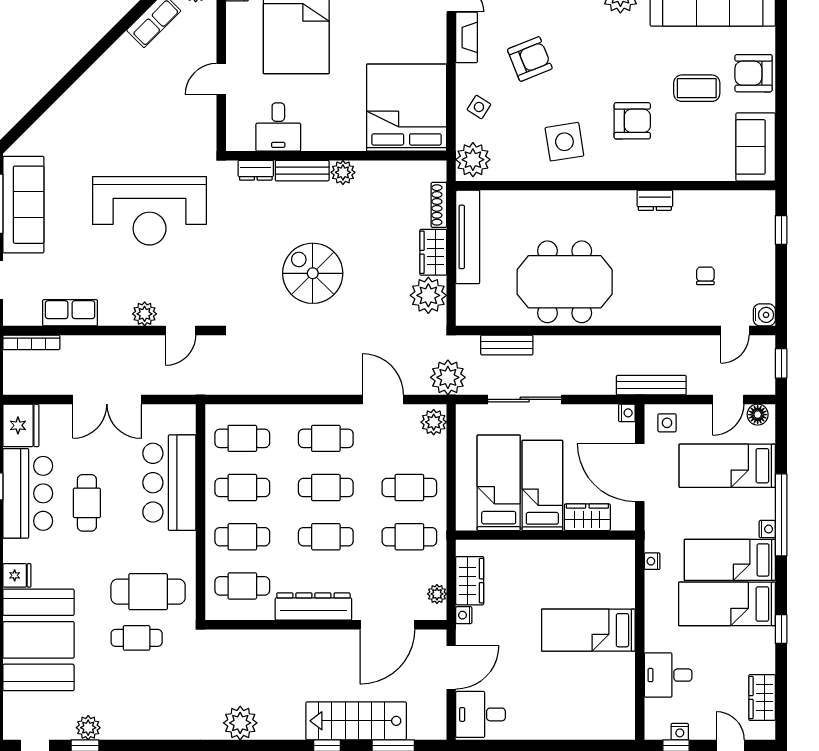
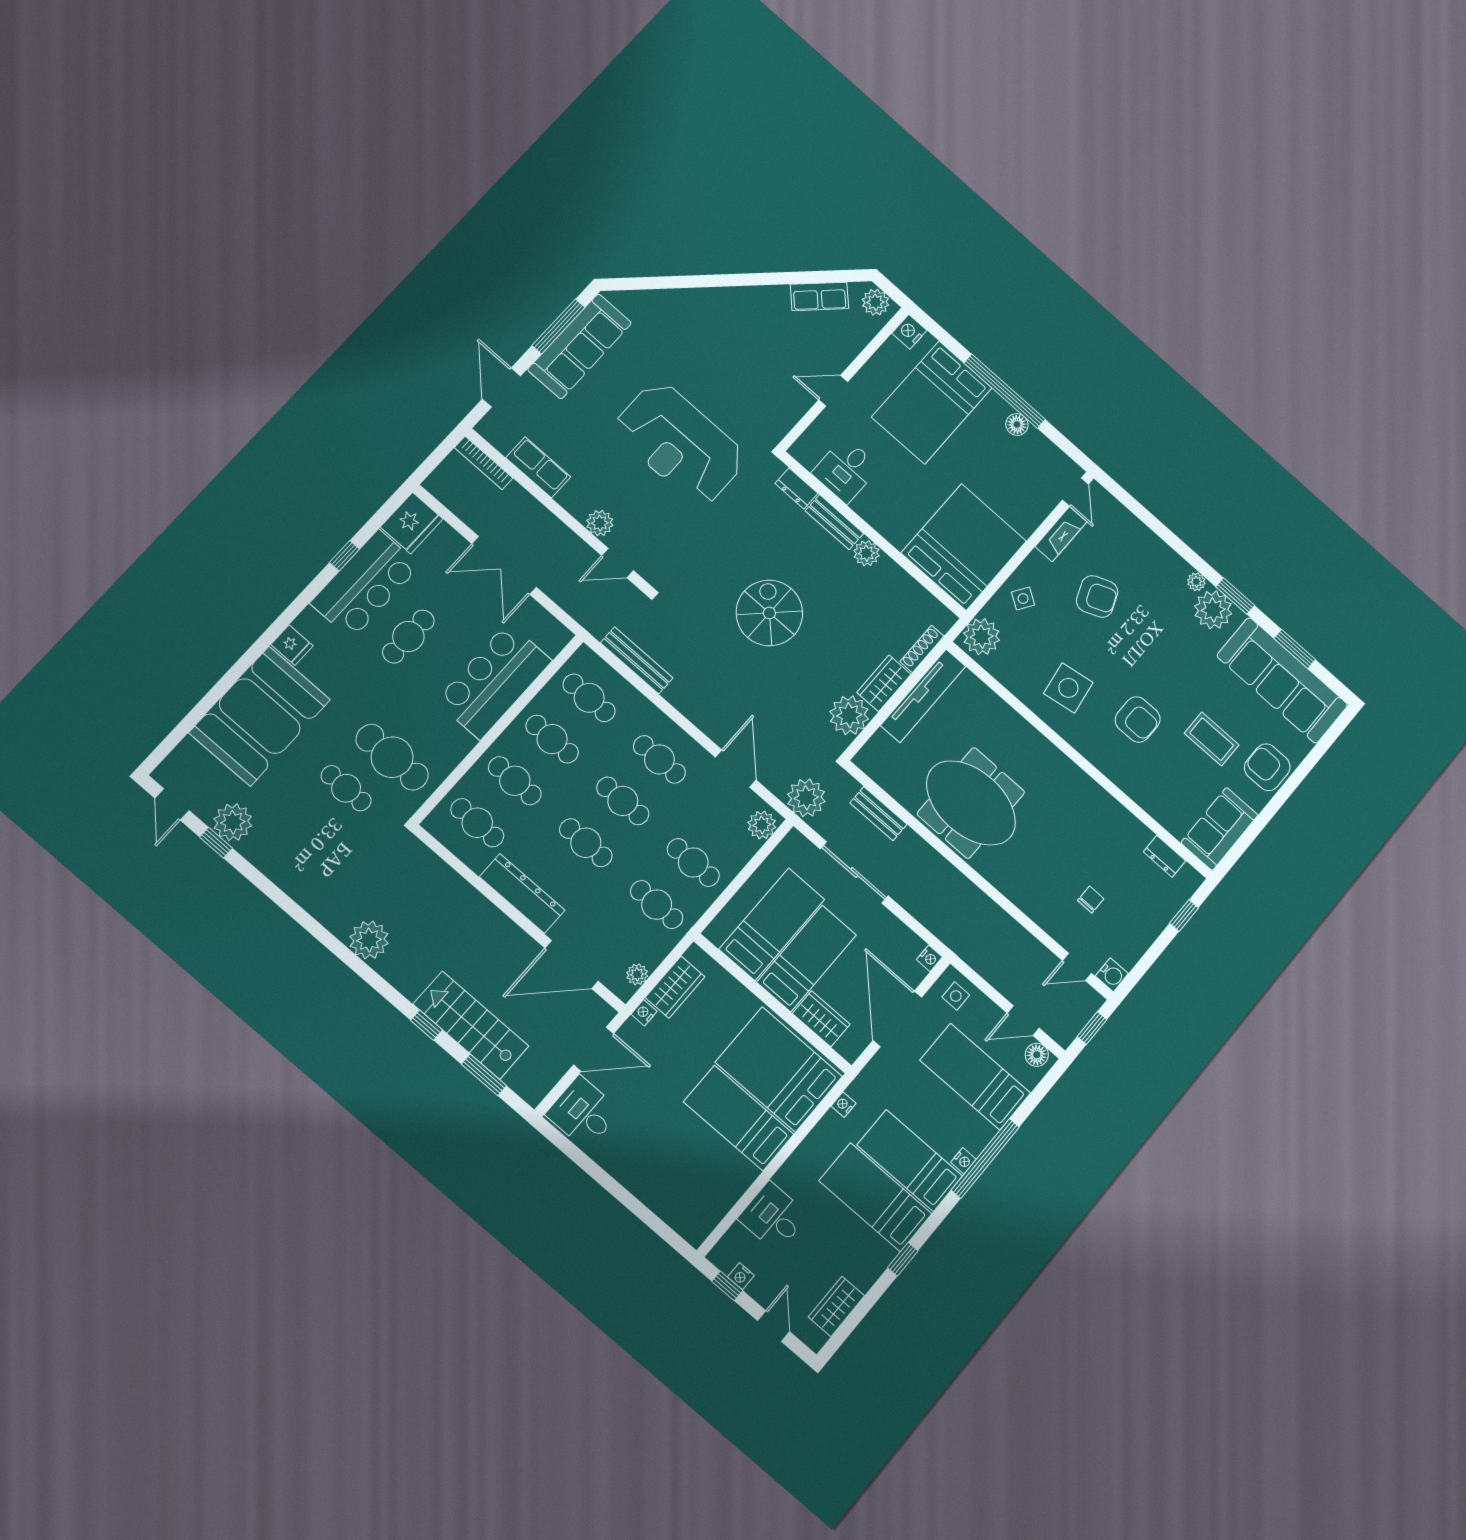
dresser: (655, 200) -> (1165, 856), moved
bench: (651, 385) -> (637, 660), moved
bed: (588, 575) -> (779, 1069), added
plant: (88, 728) -> (233, 822), width x1.36, depth x1.36

